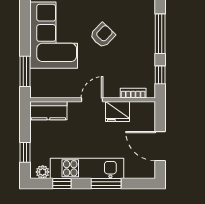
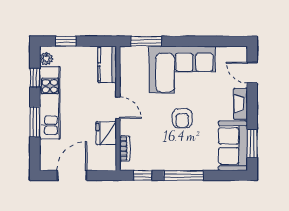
armchair: (103, 35) -> (182, 118), turned 46

